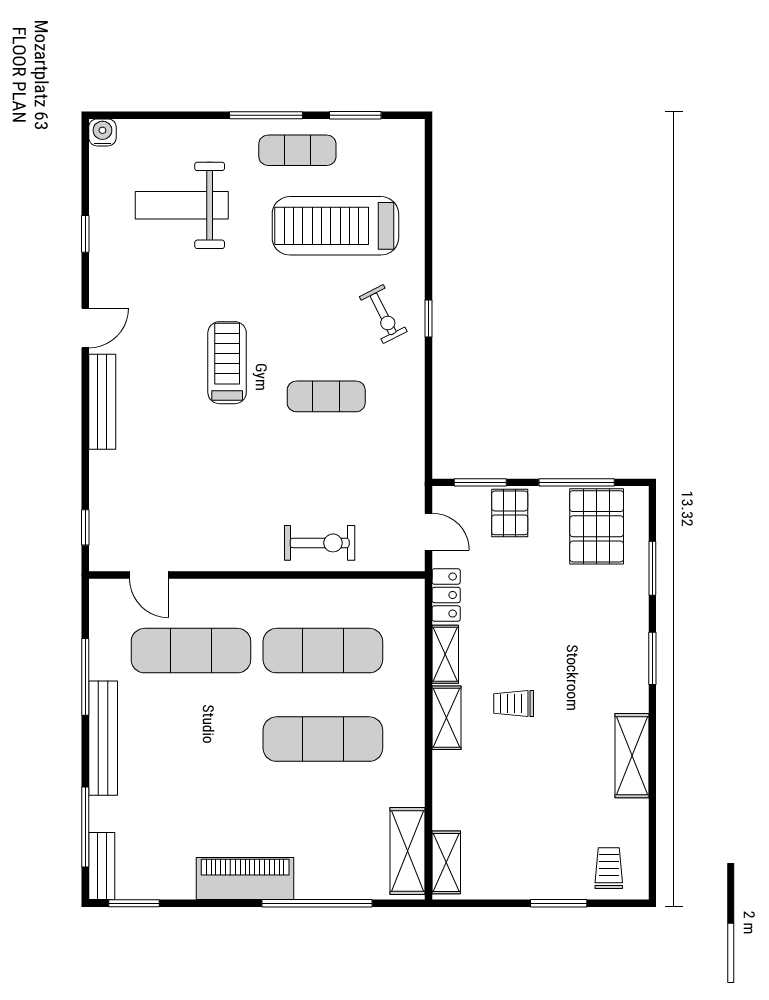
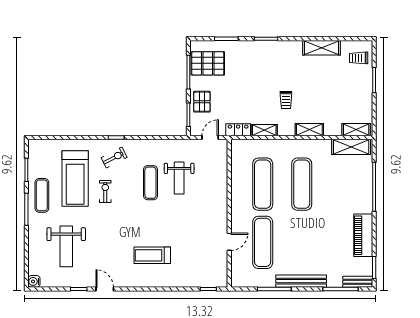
door: (85, 328) -> (105, 289), moved
treadmill: (227, 363) -> (152, 255), moved
bench: (102, 402) -> (153, 282), removed
weight bench: (337, 461) -> (179, 178), added
pallet: (510, 513) -> (202, 102), turned 90
exercise bike: (320, 543) -> (105, 191), moved, width x0.73, depth x0.72
door: (149, 575) -> (229, 242), moved
shelving: (446, 718) -> (309, 130), moved
shelving: (632, 756) -> (322, 48), moved
piano: (245, 879) -> (363, 235), moved

